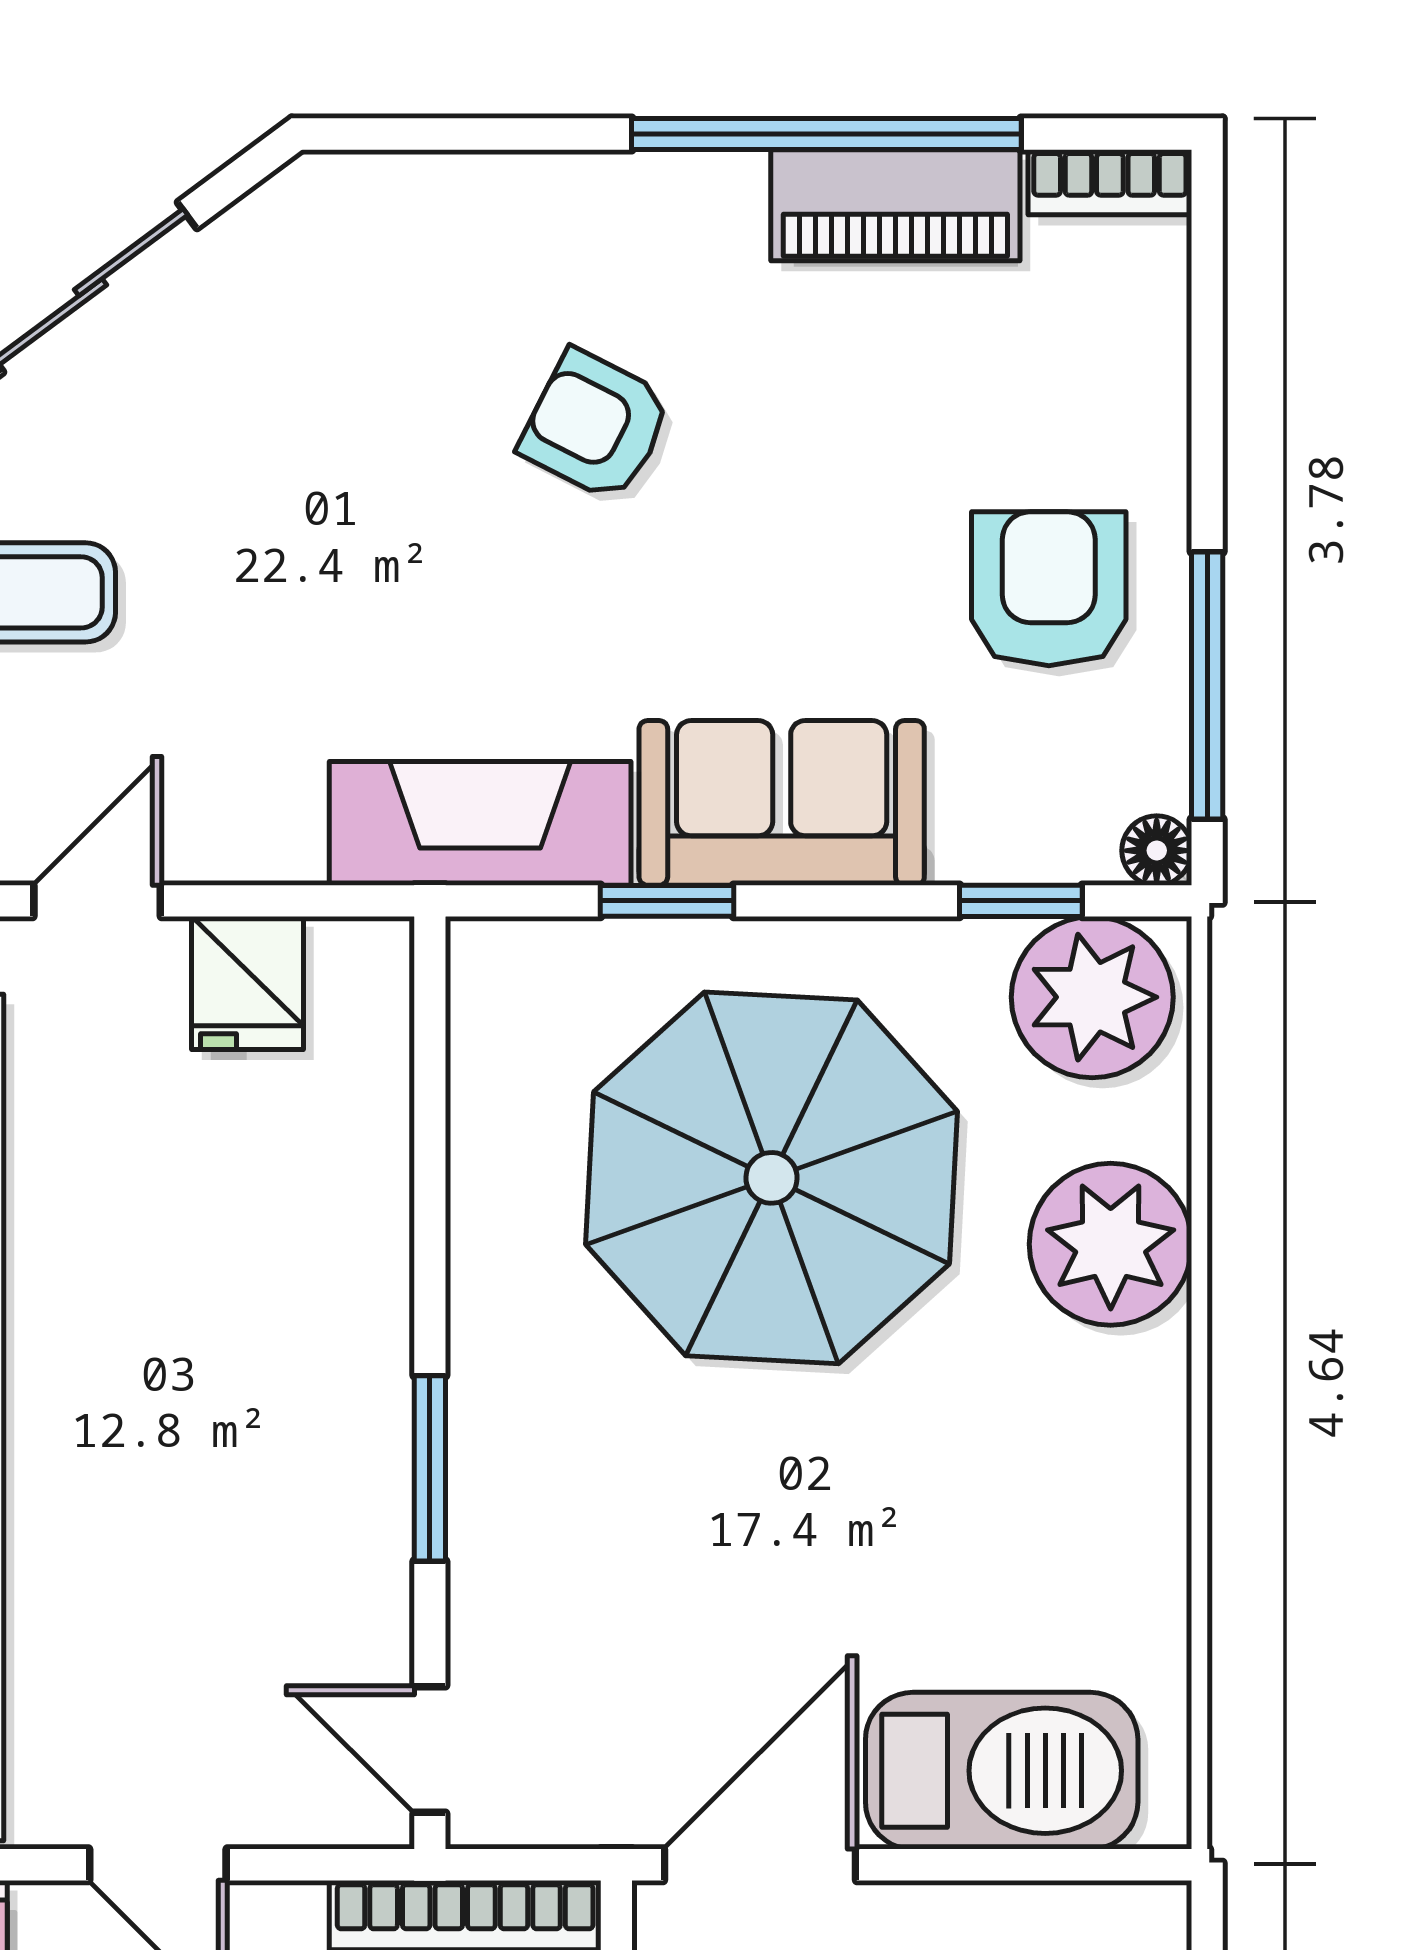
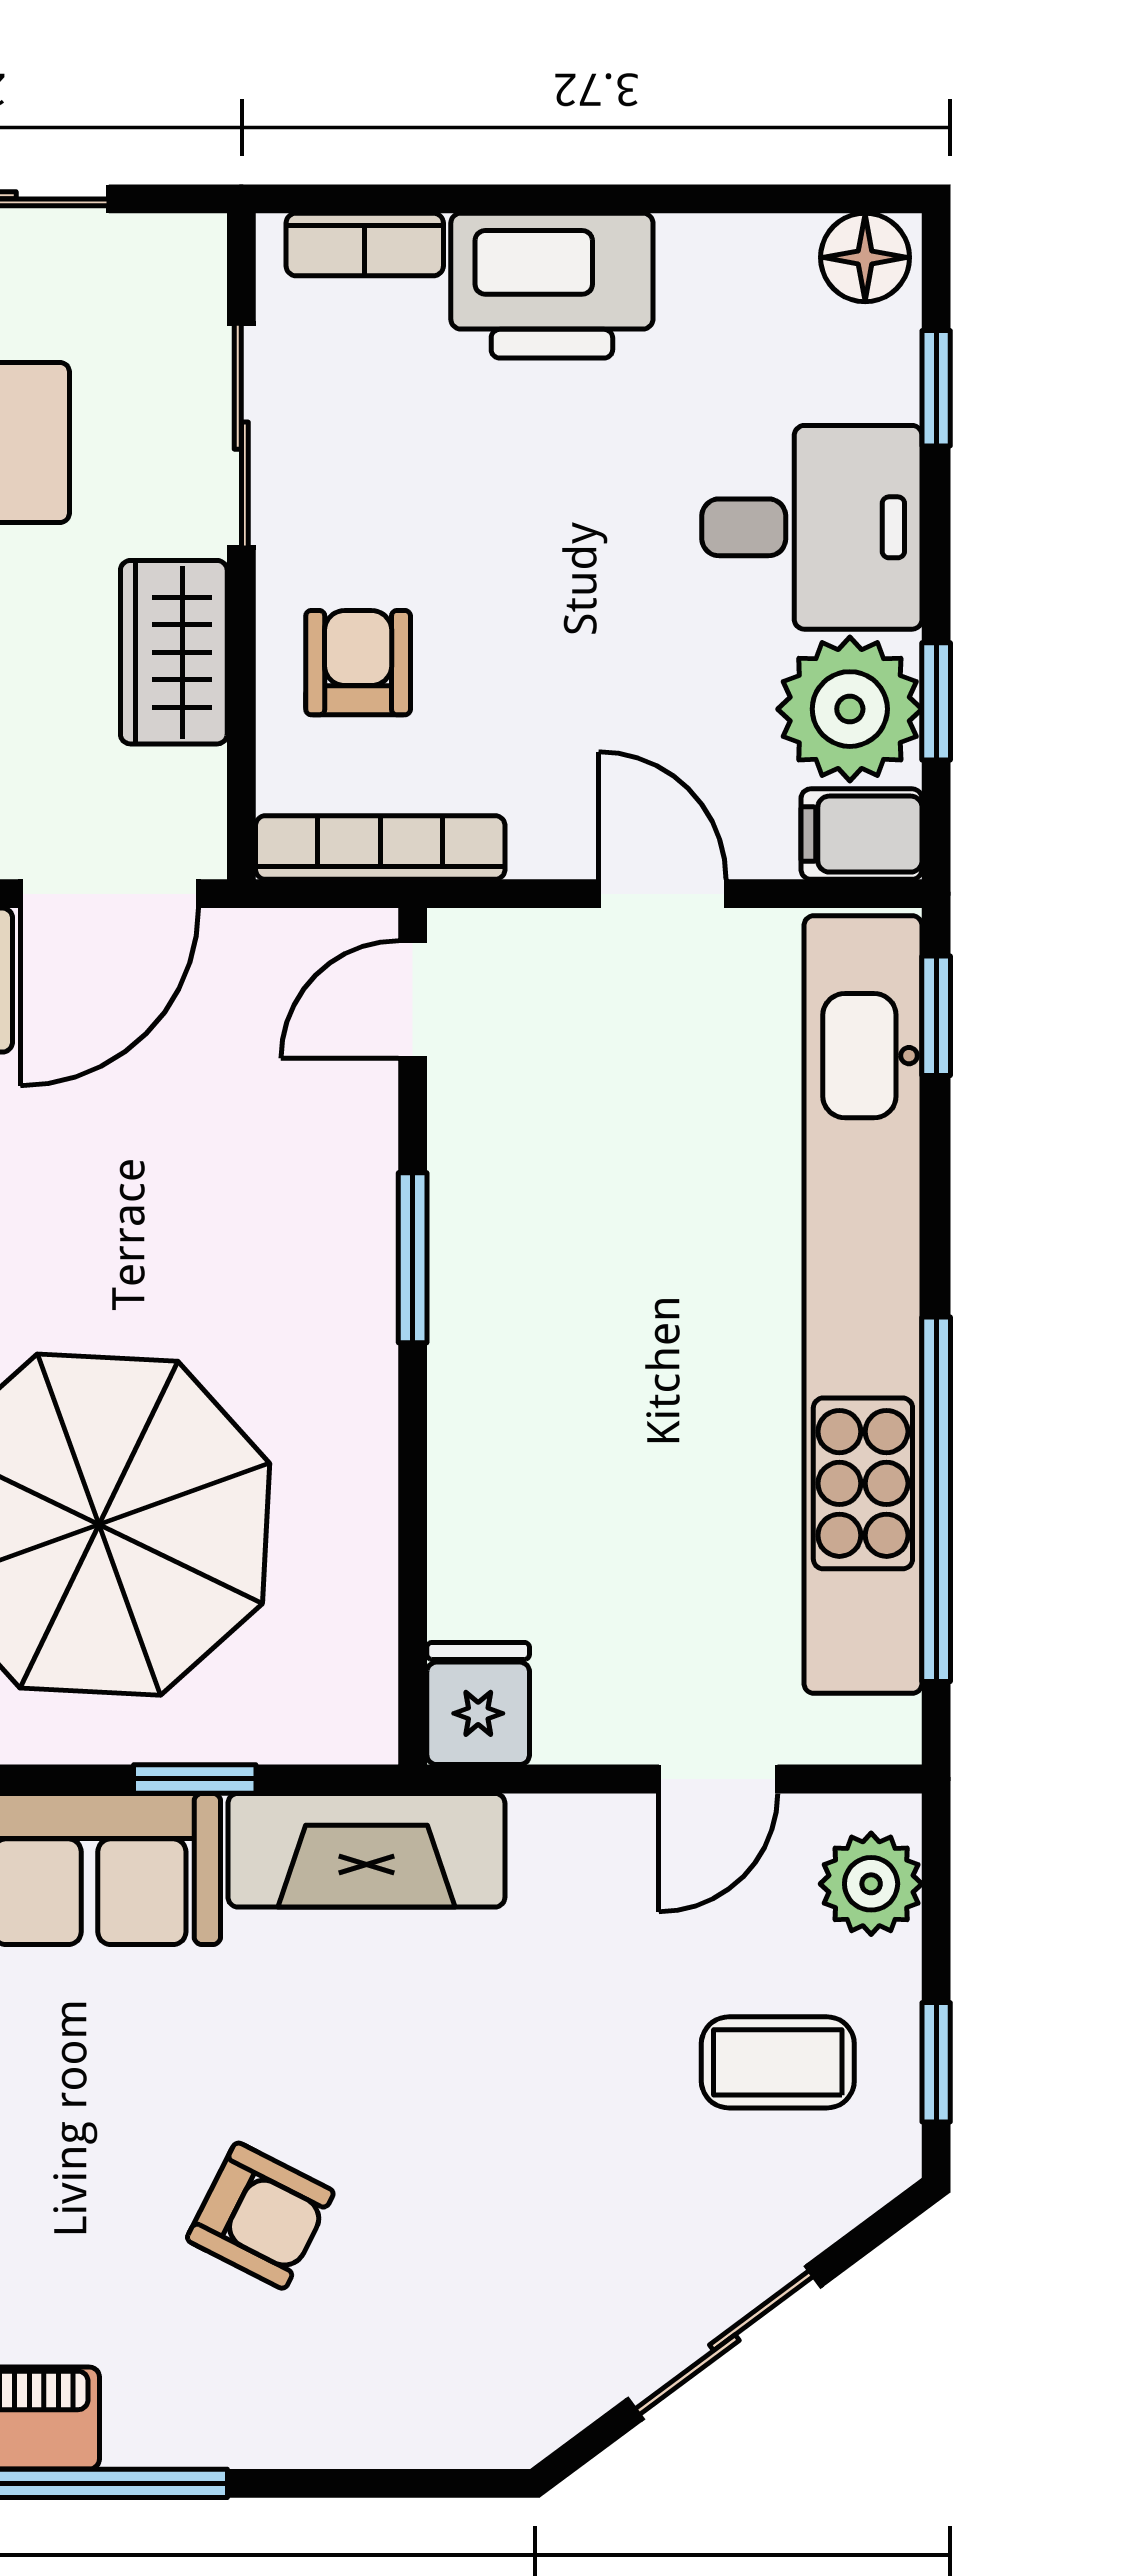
fridge: (247, 983) -> (478, 1704), moved
door: (430, 1749) -> (413, 1000), swing flipped

